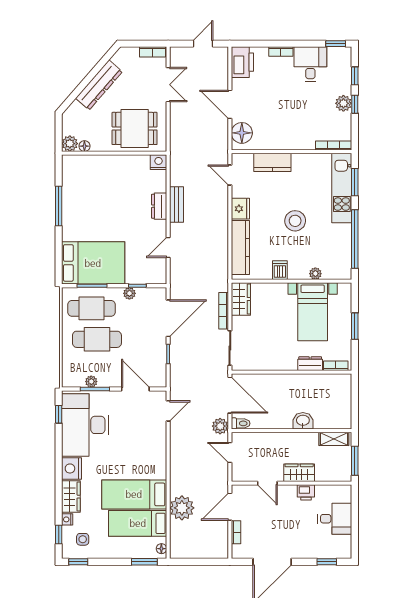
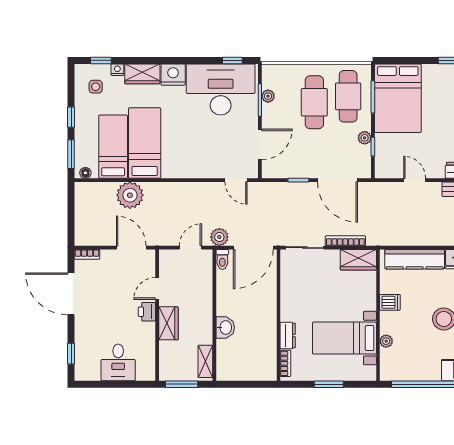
printer: (306, 492) -> (147, 312), moved
bookcase: (236, 532) -> (87, 254), moved
window: (78, 562) -> (71, 117), moved

